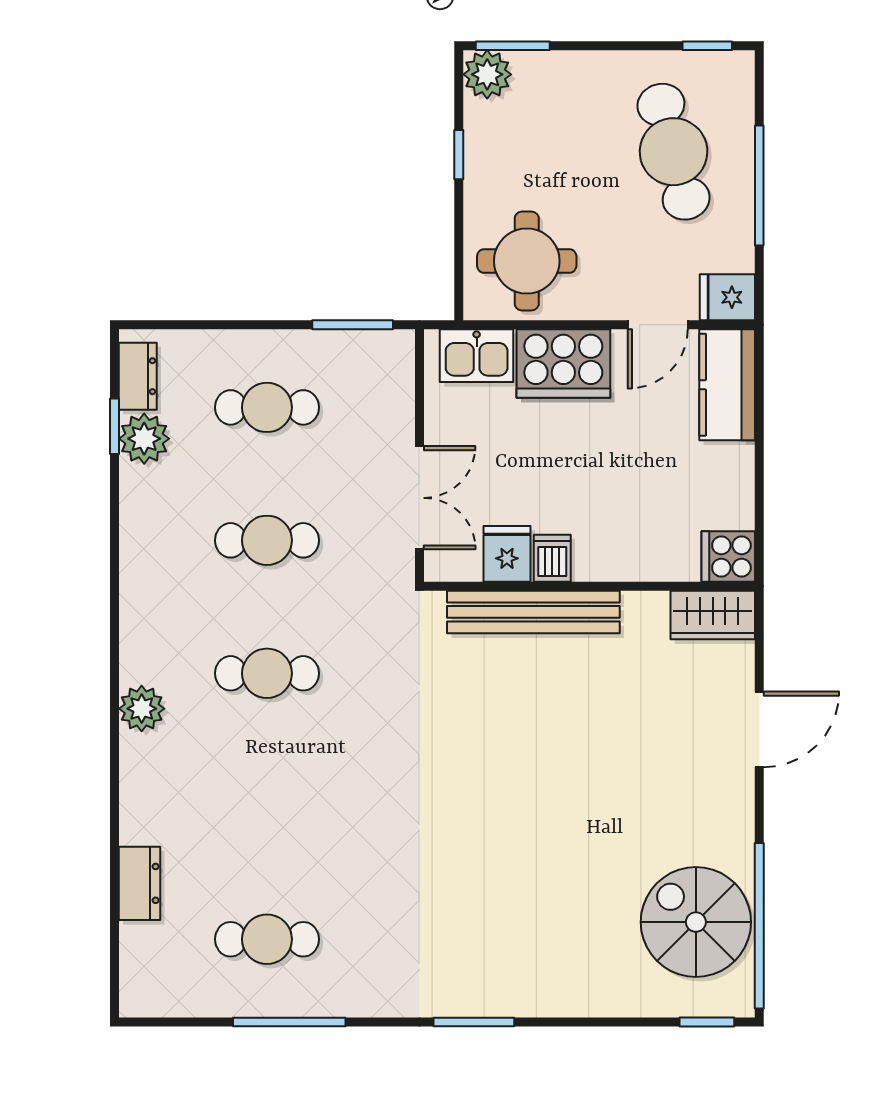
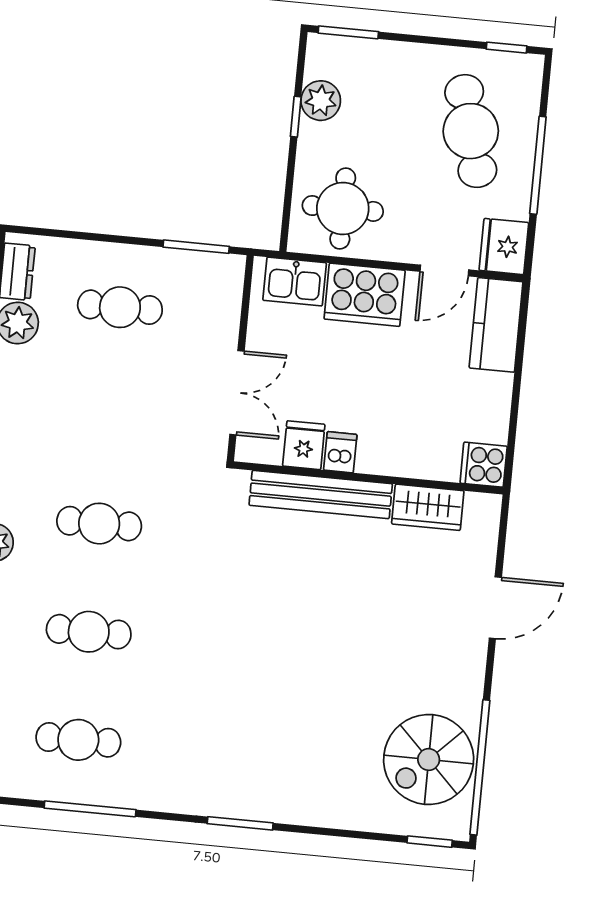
plant: (487, 74) -> (321, 101), moved
fridge: (727, 297) -> (504, 246), width x1.38
cafe table: (267, 540) -> (89, 632), moved
wardrobe: (713, 615) -> (428, 507), moved
spiral stairs: (696, 922) -> (429, 759), turned -90

